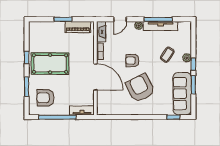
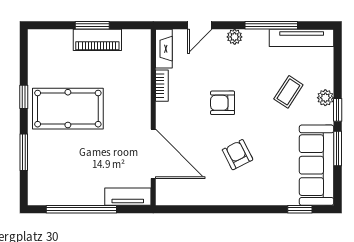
tv unit: (161, 26) -> (302, 38), moved
piano: (78, 27) -> (97, 40), moved
door: (95, 77) -> (153, 154), moved
armchair: (140, 88) -> (238, 155), width x0.53, depth x0.53
armchair: (45, 98) -> (59, 173), removed

